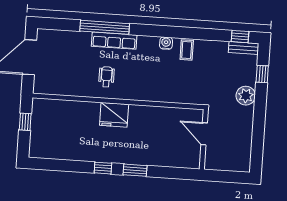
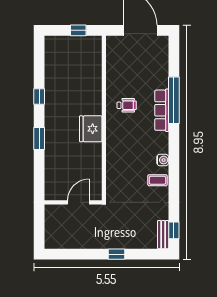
window: (262, 74) -> (116, 254), moved
plant: (246, 96) -> (118, 240), removed
fridge: (114, 115) -> (91, 129), moved
window: (103, 168) -> (39, 97), moved

